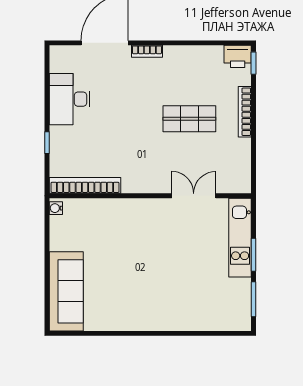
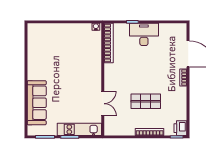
desk: (70, 99) -> (144, 34), moved
shop shelf: (189, 119) -> (146, 101), turned 90
sofa: (66, 291) -> (37, 103), moved, turned -90

